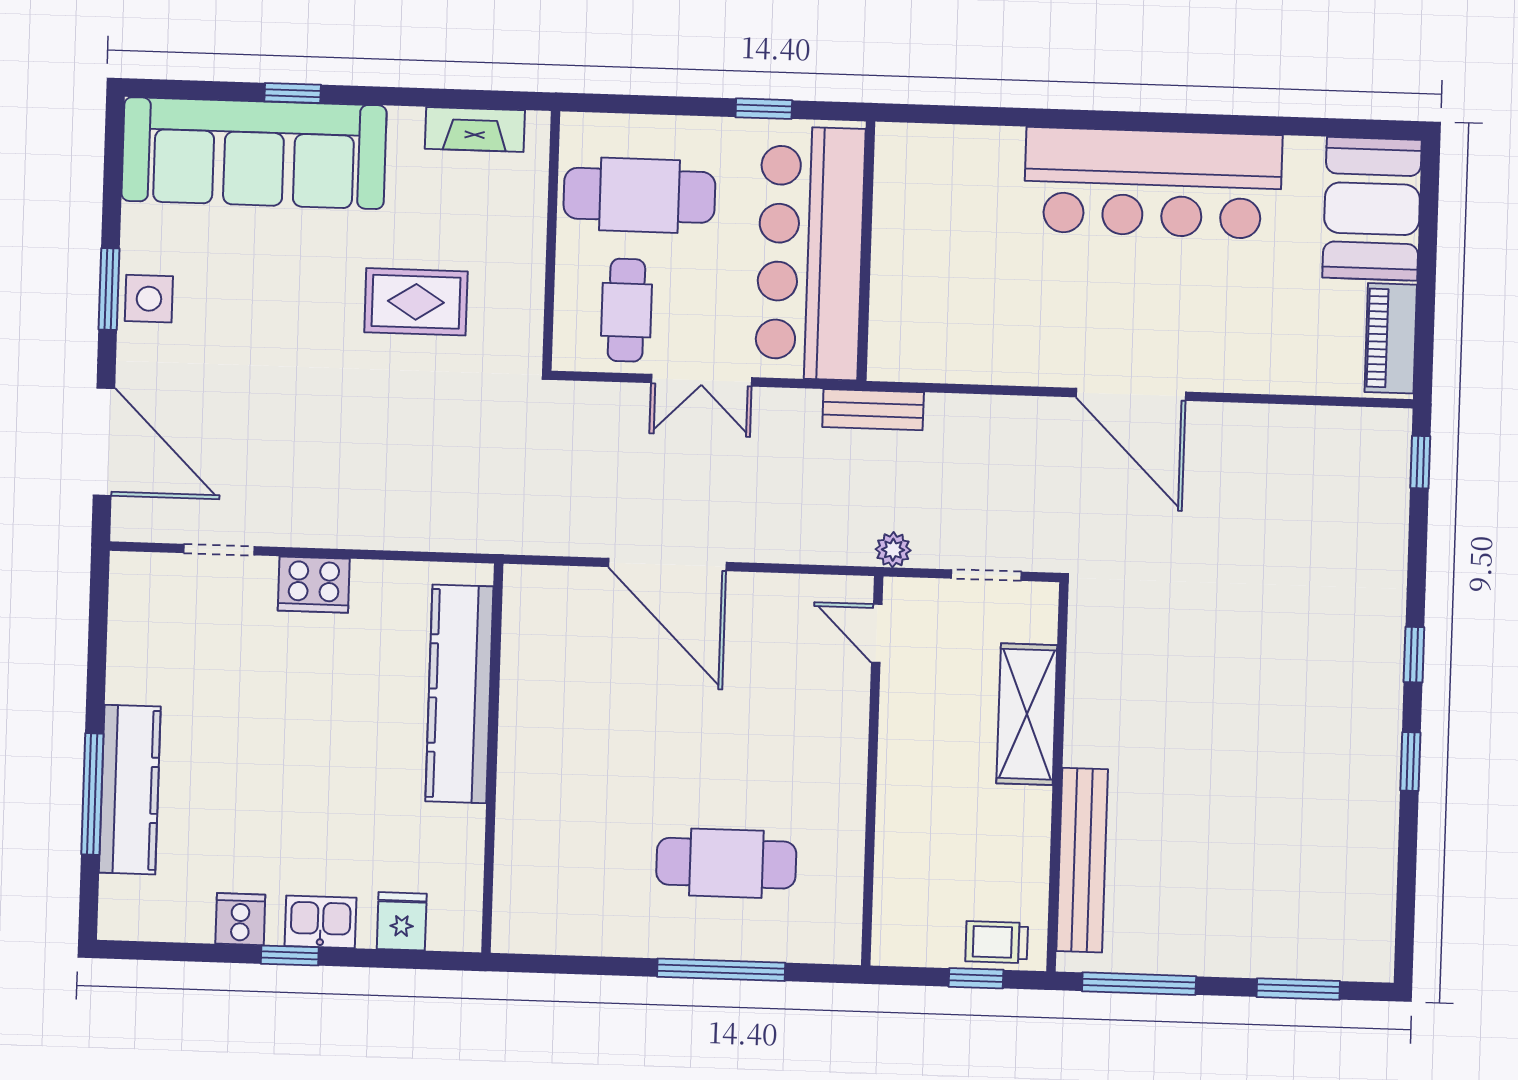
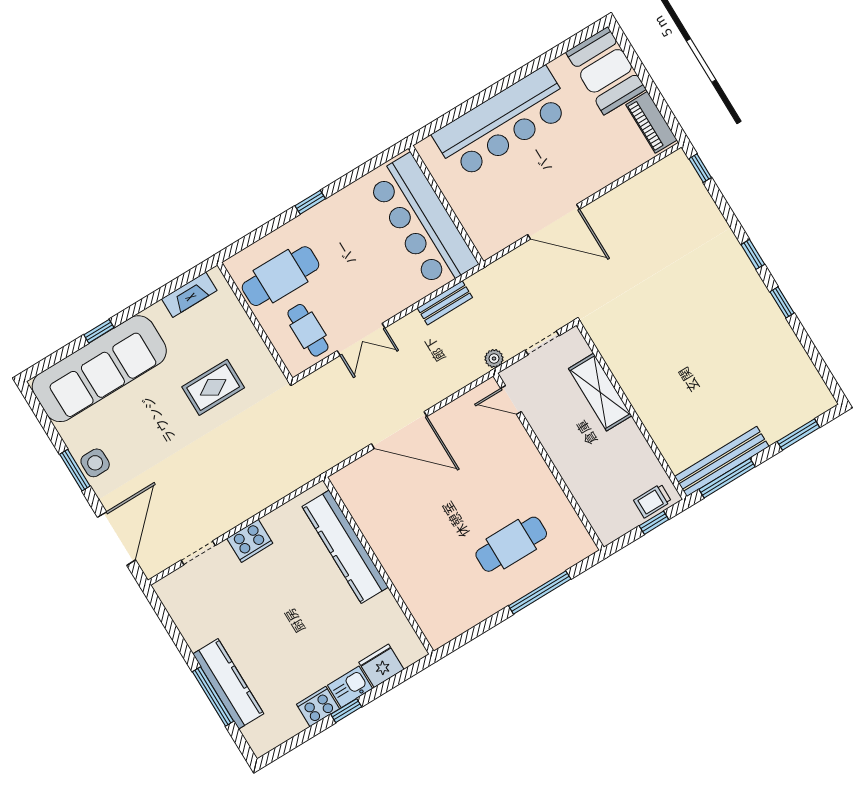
wall: (866, 251) -> (446, 205), moved
bar counter: (810, 253) -> (422, 222), moved
door: (104, 442) -> (117, 539), hinge flipped
bench: (1082, 860) -> (722, 461), moved, turned 90
cooker: (240, 919) -> (318, 706), width x1.36
fridge: (402, 921) -> (381, 666), width x1.38

